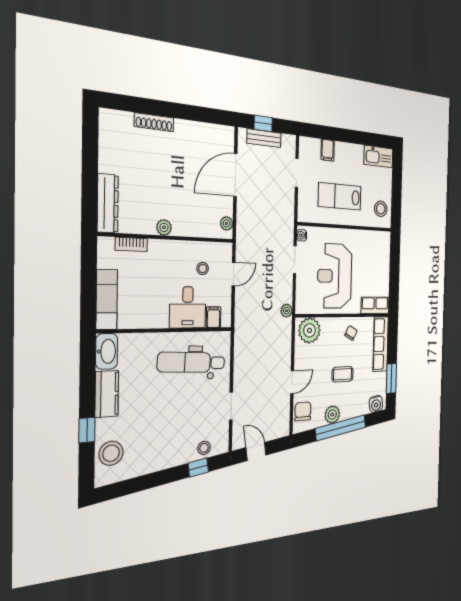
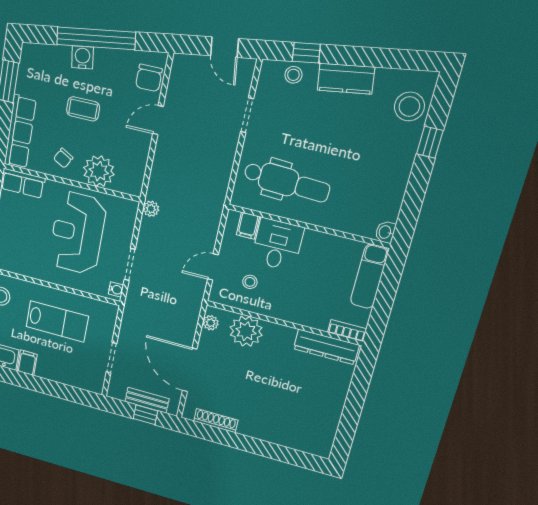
shoe rack: (154, 122) -> (216, 421), moved
filing cabinet: (328, 150) -> (27, 363), moved
door: (235, 175) -> (190, 370), swing flipped
dresser: (108, 203) -> (326, 347), moved, turned -90
plant: (164, 227) -> (246, 331), moved, width x1.88, depth x1.88
bookcase: (131, 244) -> (347, 331), moved
reception desk: (335, 276) -> (77, 233), turned 180
plant: (309, 330) -> (99, 171), moved
washbasin: (107, 351) -> (385, 232), width x0.52, depth x0.69
kitchen counter: (107, 394) -> (346, 79), moved, turned -98
water cooler: (376, 404) -> (82, 57), moved
plant: (332, 415) -> (106, 60), removed

